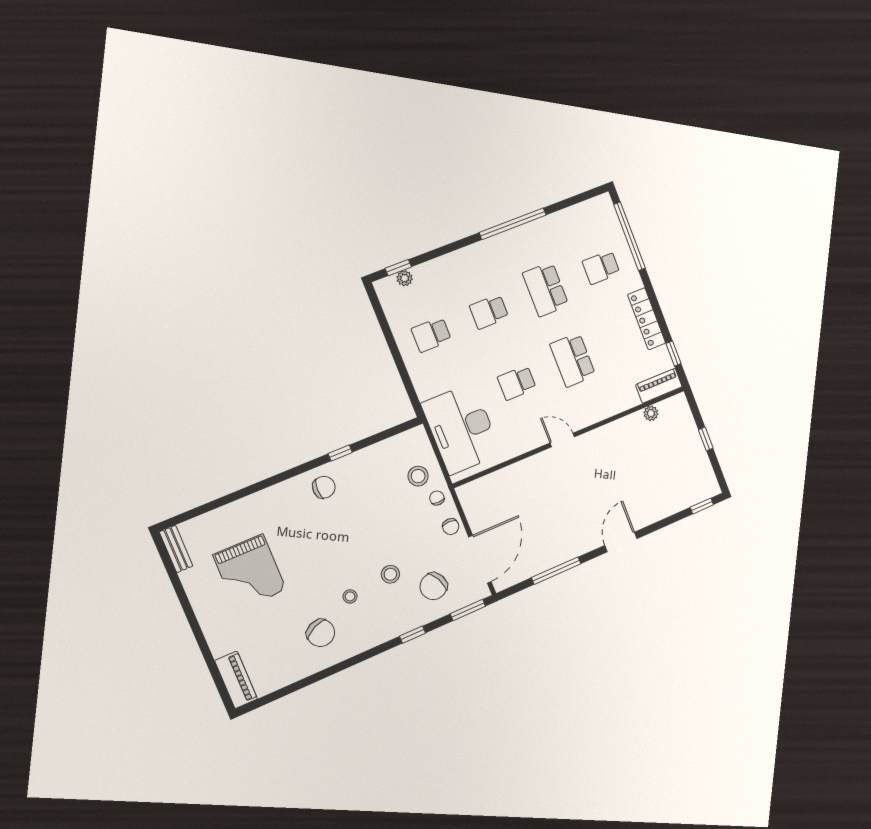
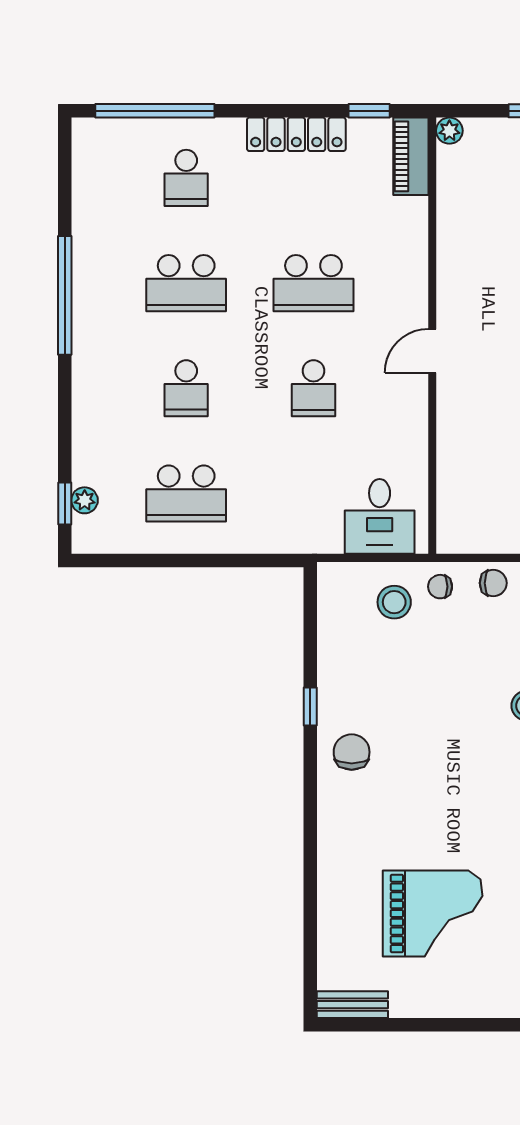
school desk: (431, 335) -> (186, 494), width x1.85
plant: (651, 413) -> (449, 131), moved
desk: (461, 429) -> (380, 516), width x0.53, depth x0.77

